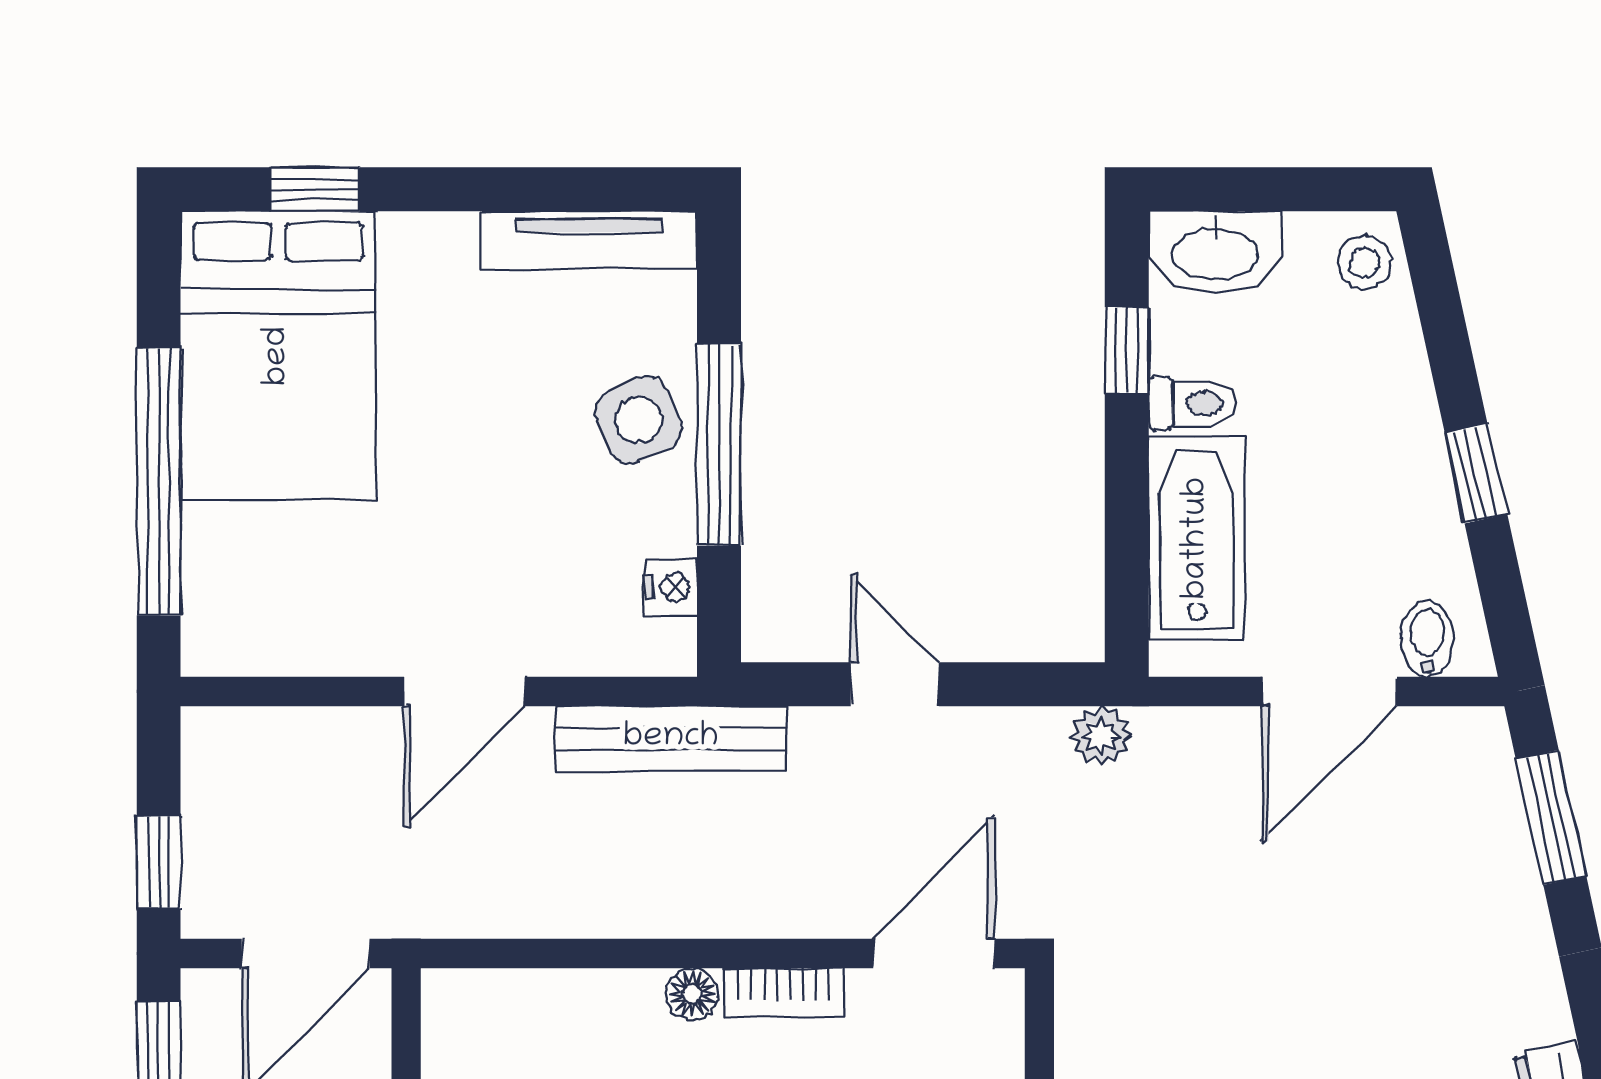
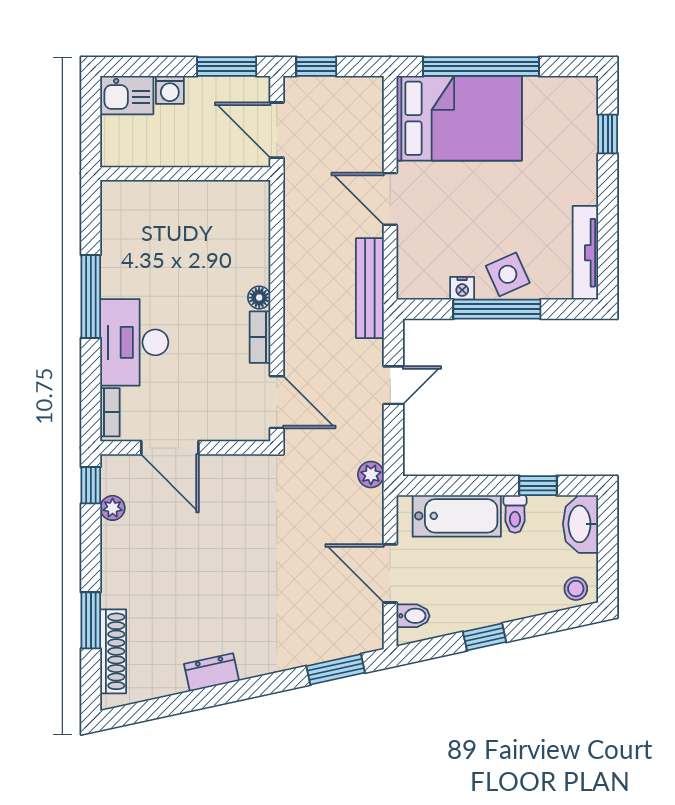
bed: (278, 356) -> (459, 118), moved, turned 180
nightstand: (671, 587) -> (462, 288), moved

